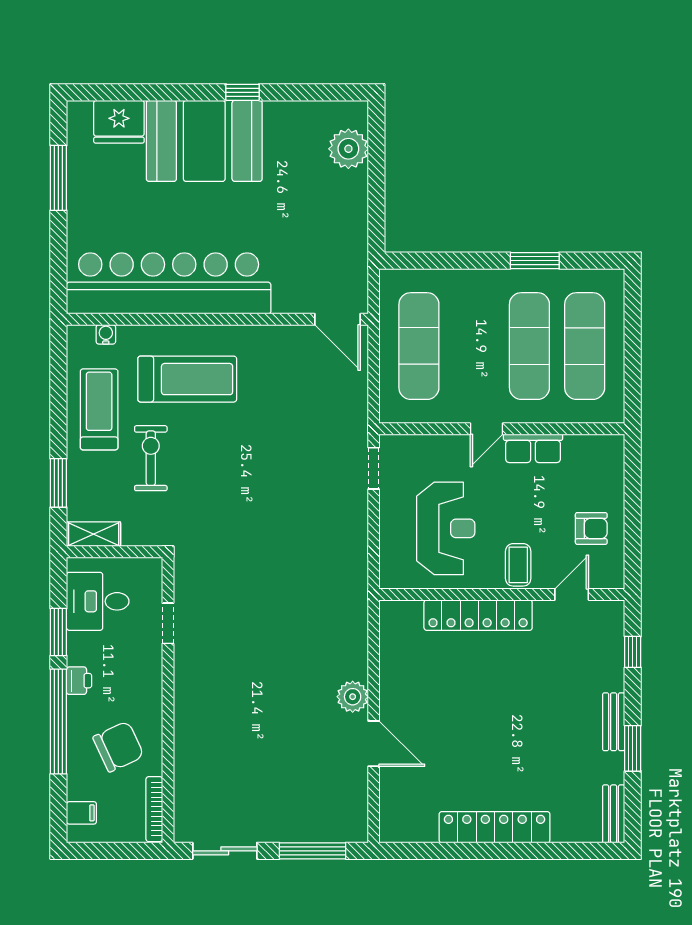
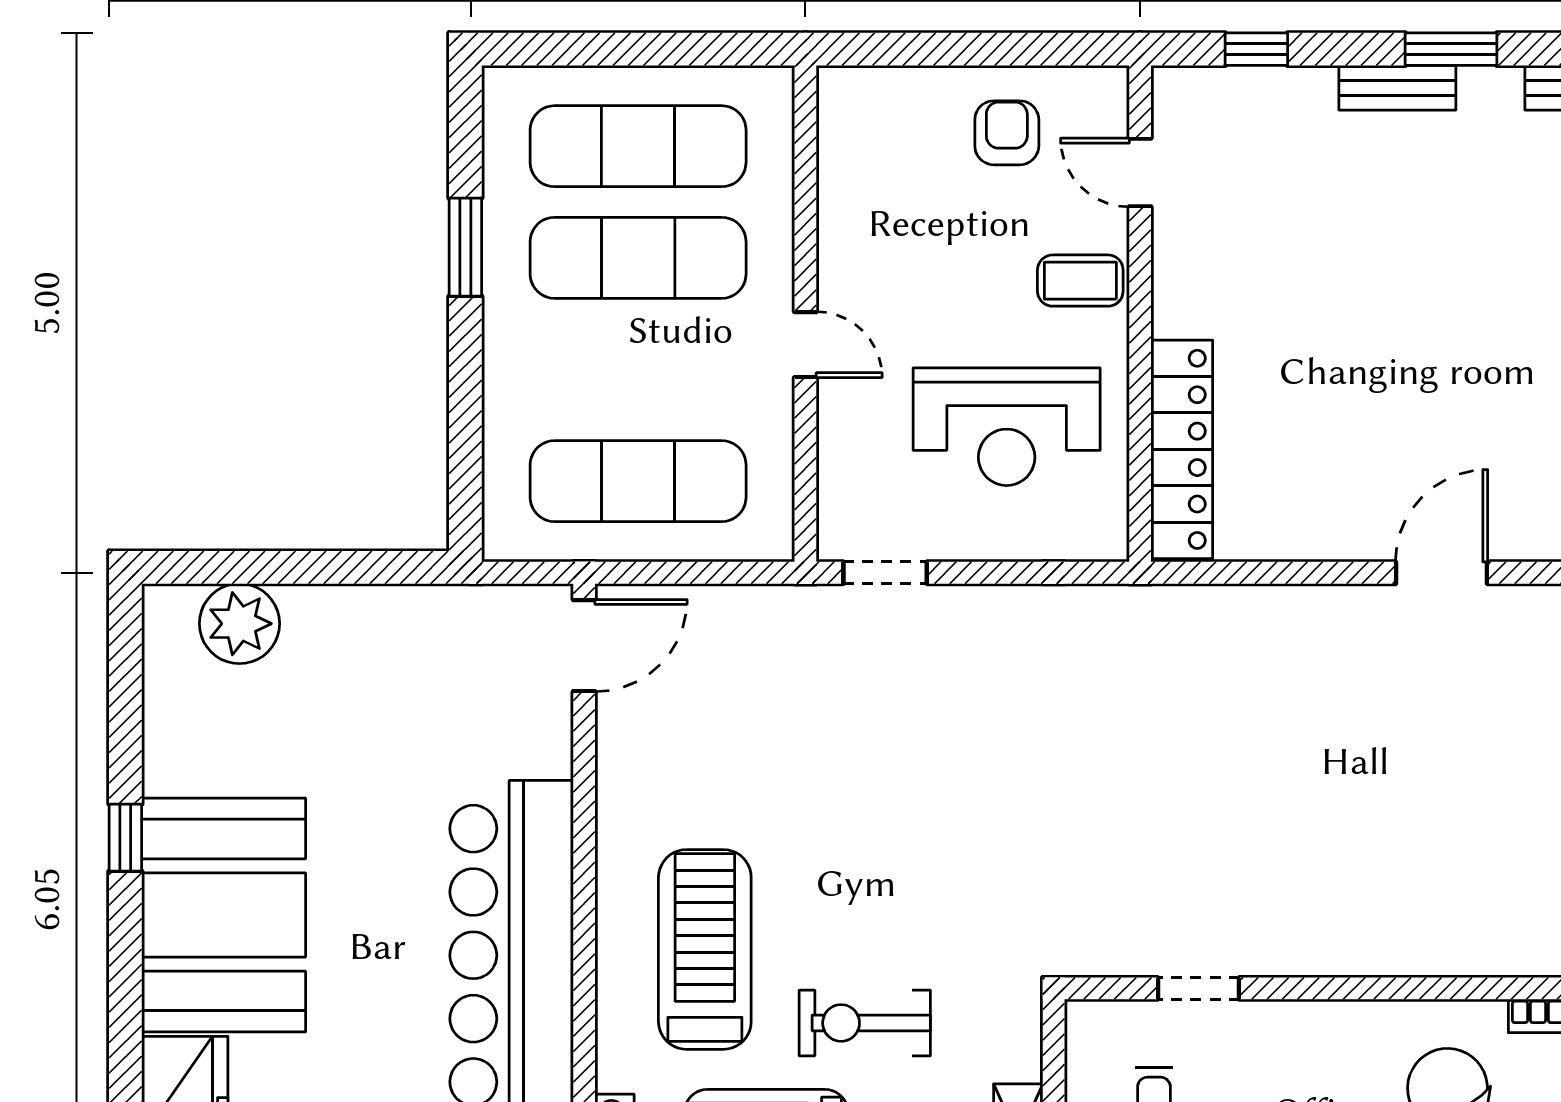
row of seats: (533, 448) -> (845, 251), removed
reception desk: (446, 528) -> (1007, 427), turned 180
locker: (478, 615) -> (1182, 449), moved
plant: (353, 697) -> (1347, 615), removed

